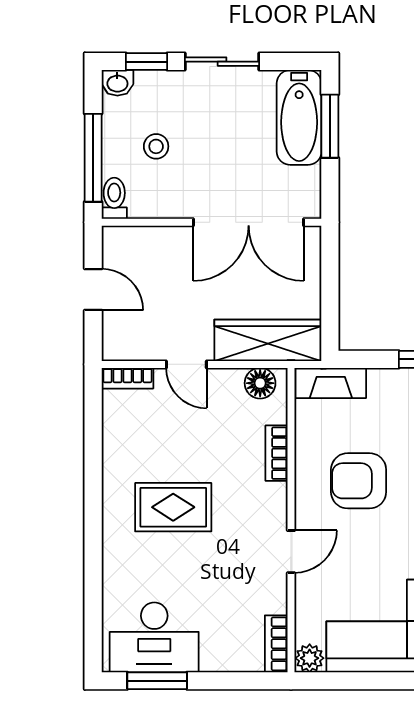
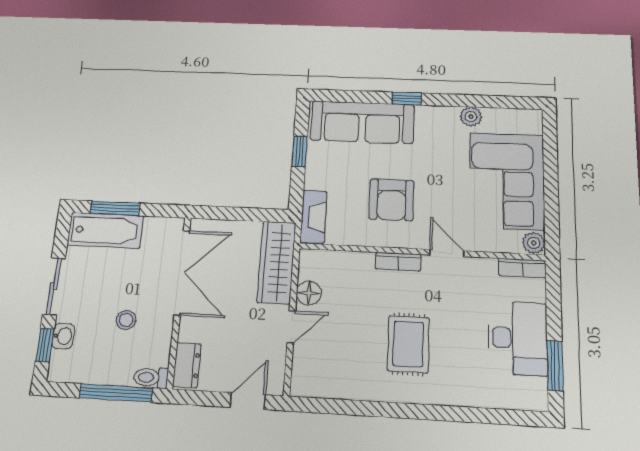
washbasin: (117, 83) -> (63, 336), moved
stool: (156, 146) -> (126, 320), moved
dresser: (132, 241) -> (187, 365), added
door: (93, 290) -> (248, 401), moved
bookcase: (127, 378) -> (299, 375), removed
floor lamp: (260, 383) -> (309, 293), moved
bookcase: (277, 453) -> (398, 262), moved
desk: (154, 637) -> (518, 338), moved

